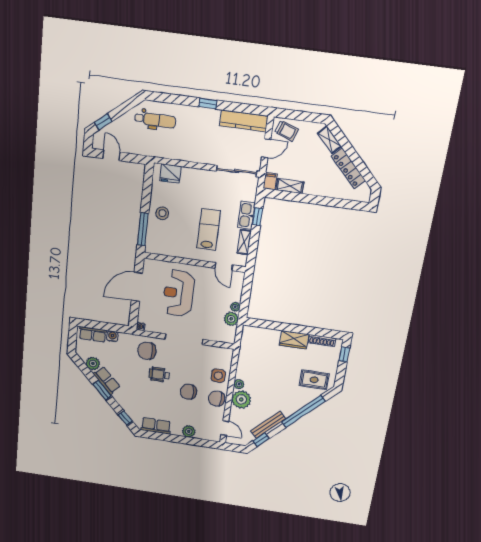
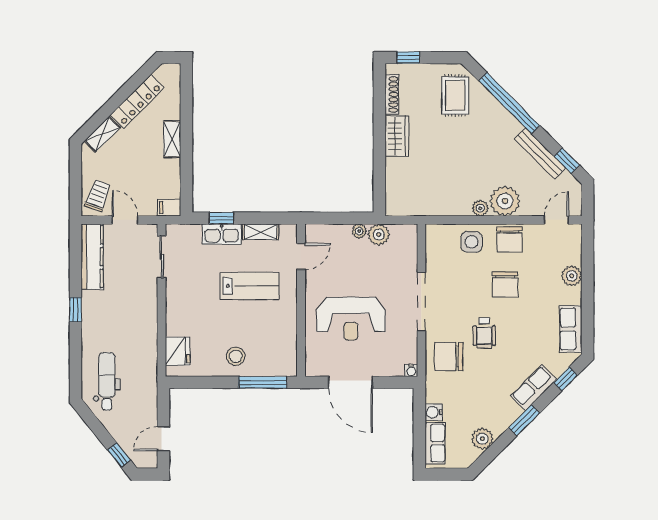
sliding door: (237, 171) -> (161, 257), width x0.73
shelving: (290, 186) -> (172, 139), moved
lab bench: (209, 229) -> (250, 286), turned 180
chair: (147, 351) -> (449, 357), turned 90
row of seats: (107, 380) -> (534, 388), moved

